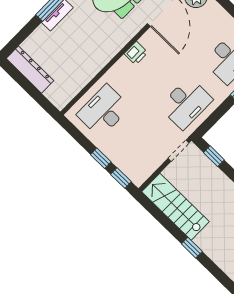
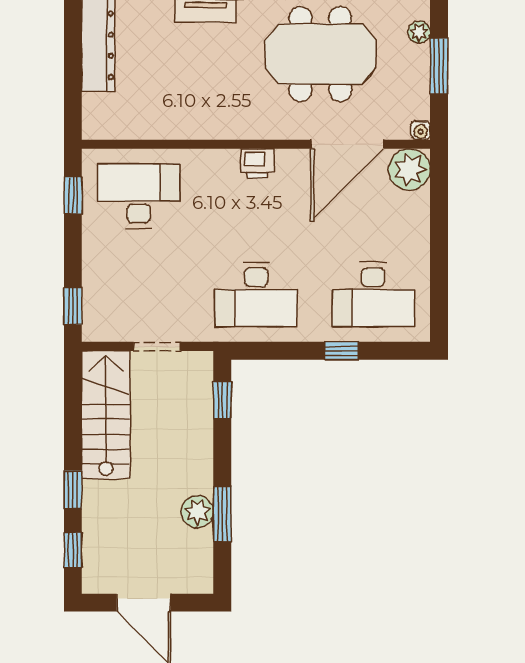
doorway: (179, 151) -> (157, 346), moved
window: (101, 158) -> (73, 195), moved
window: (215, 271) -> (73, 550), added

